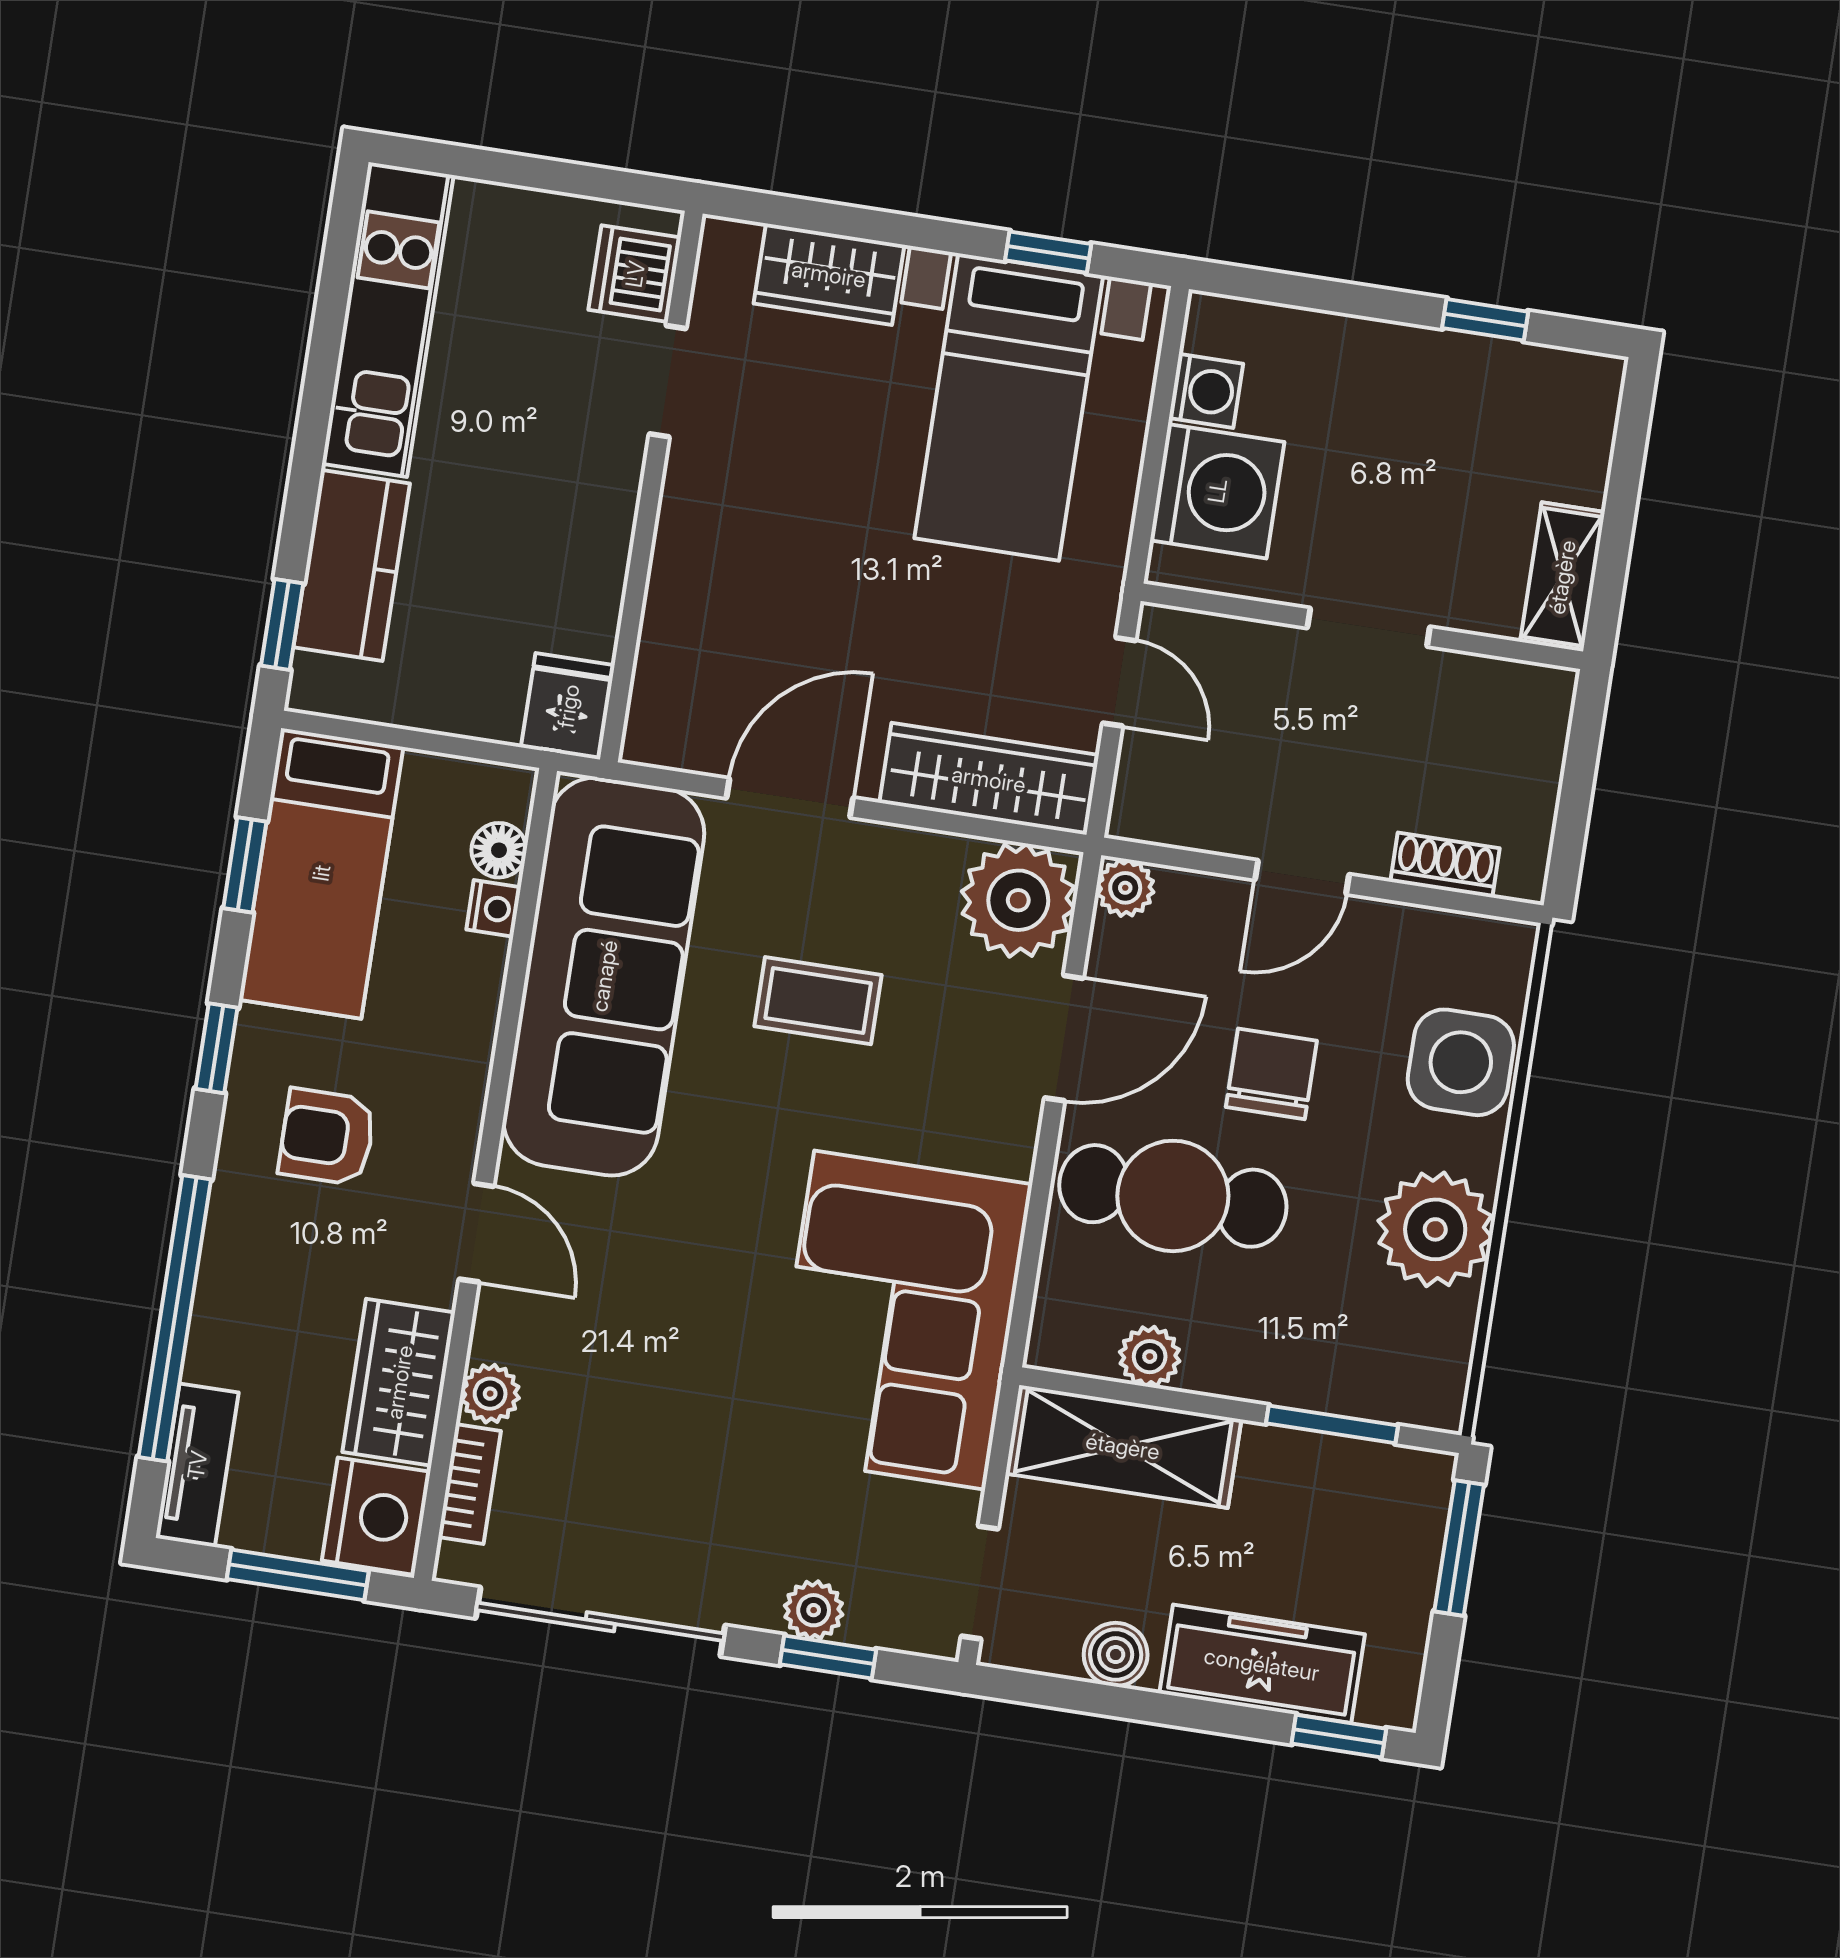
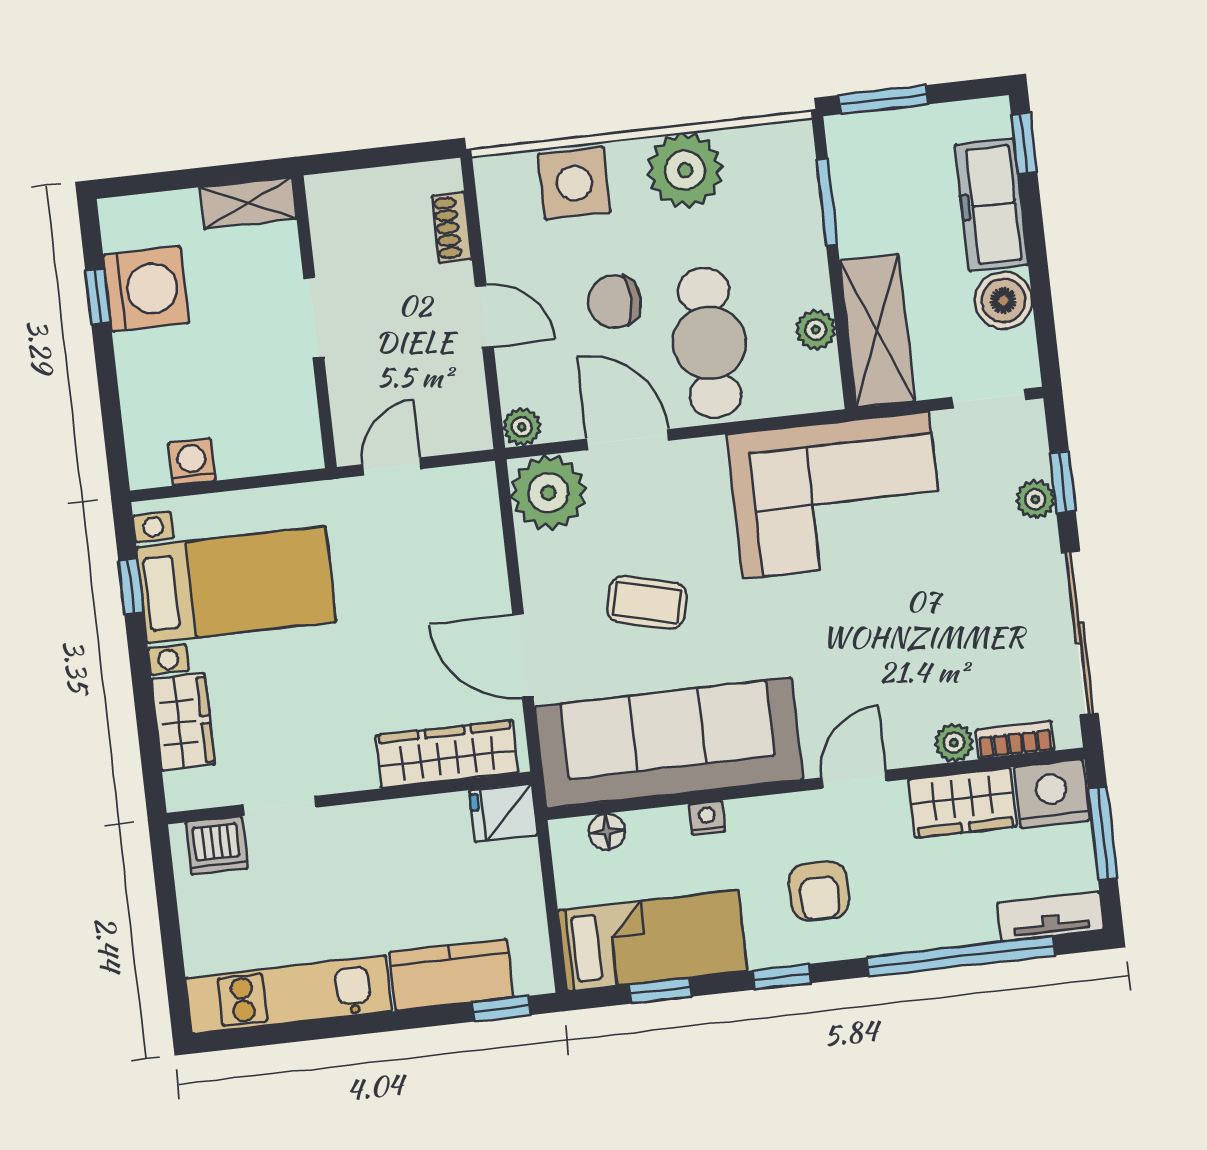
washing machine: (1217, 491) -> (146, 289), moved, turned 90
wardrobe: (989, 779) -> (447, 754), moved, turned 90
nightstand: (494, 908) -> (707, 818), moved
coffee table: (818, 1001) -> (647, 603), turned -76
boiler: (1116, 1655) -> (1003, 300), width x1.36, depth x1.36

